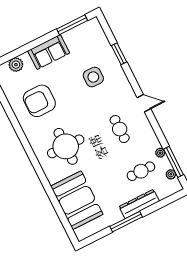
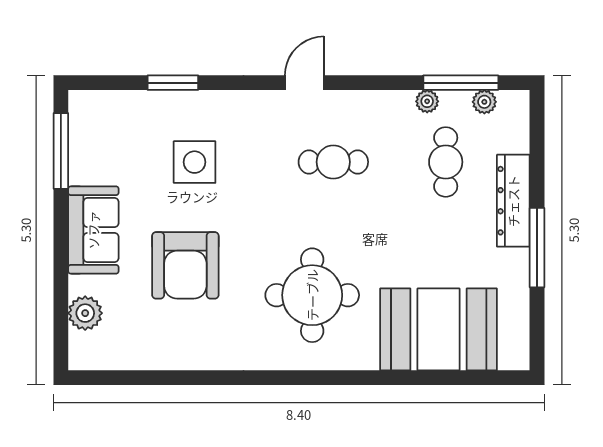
armchair: (39, 101) -> (185, 265), moved

